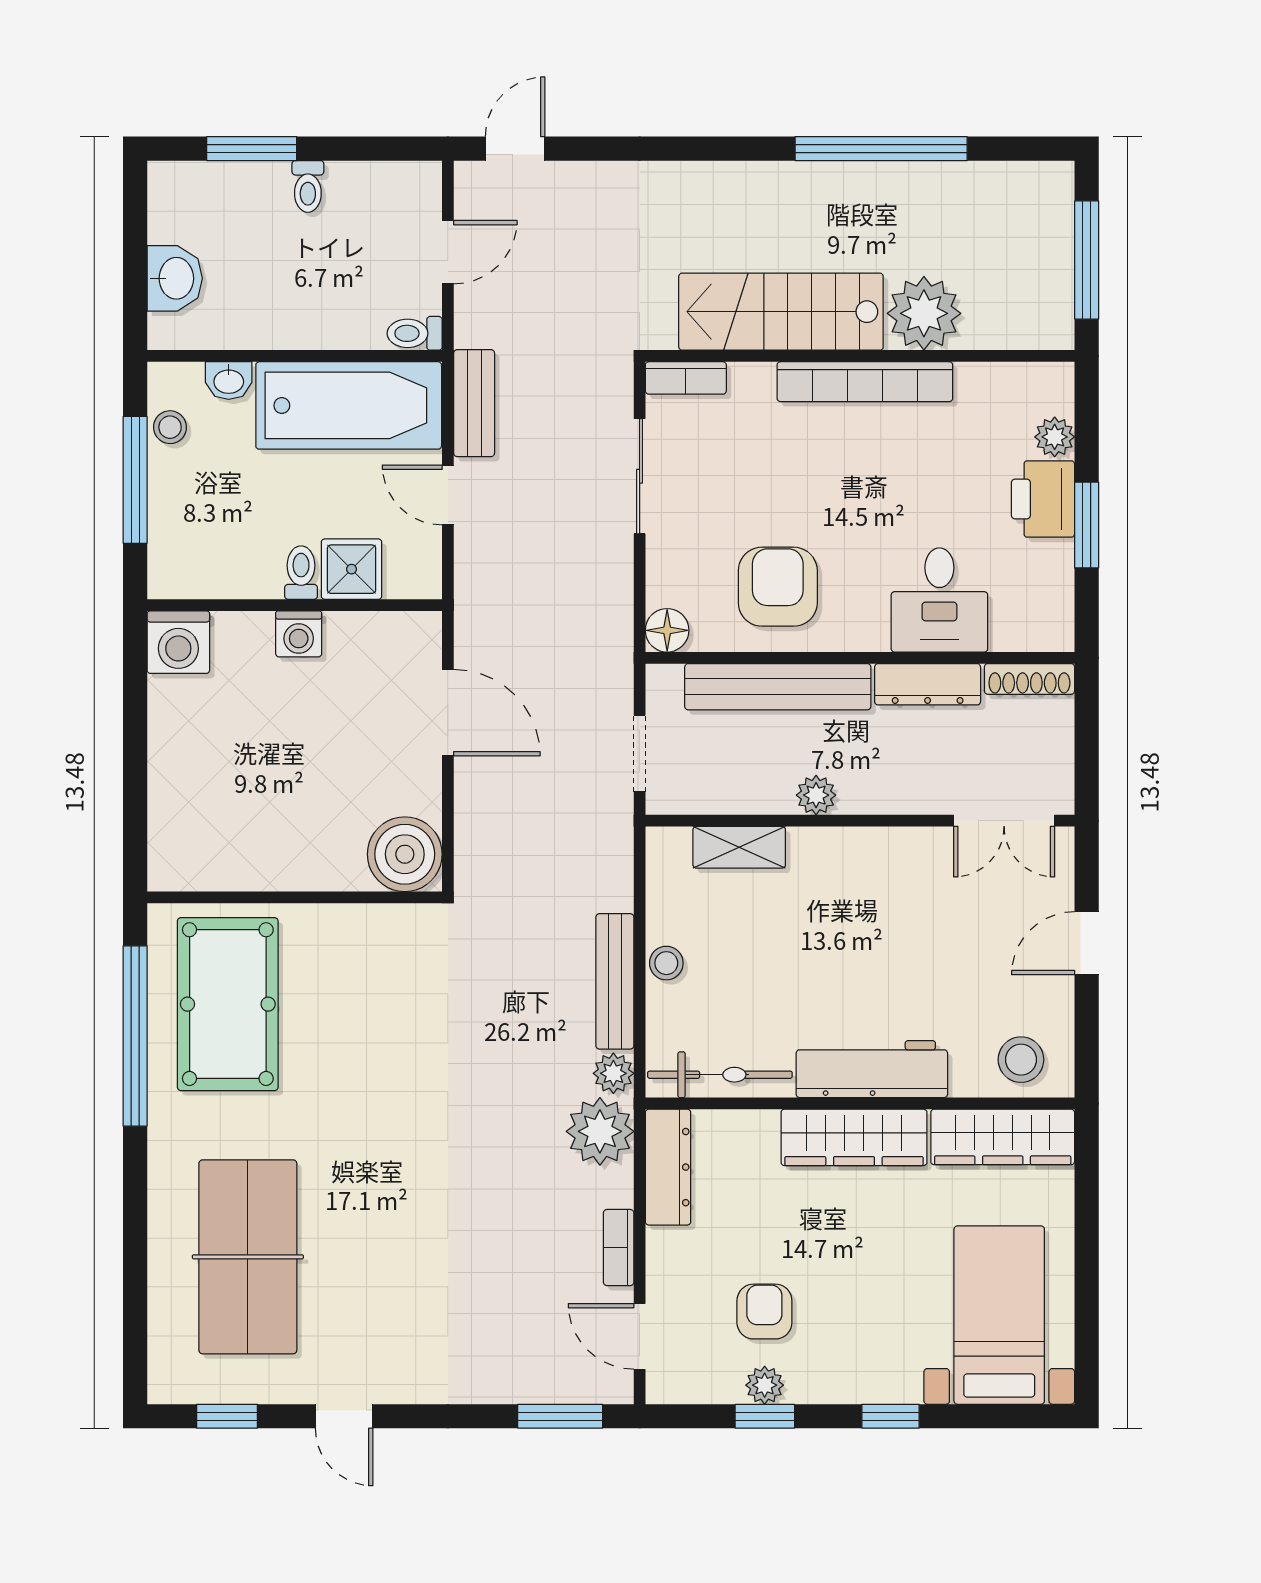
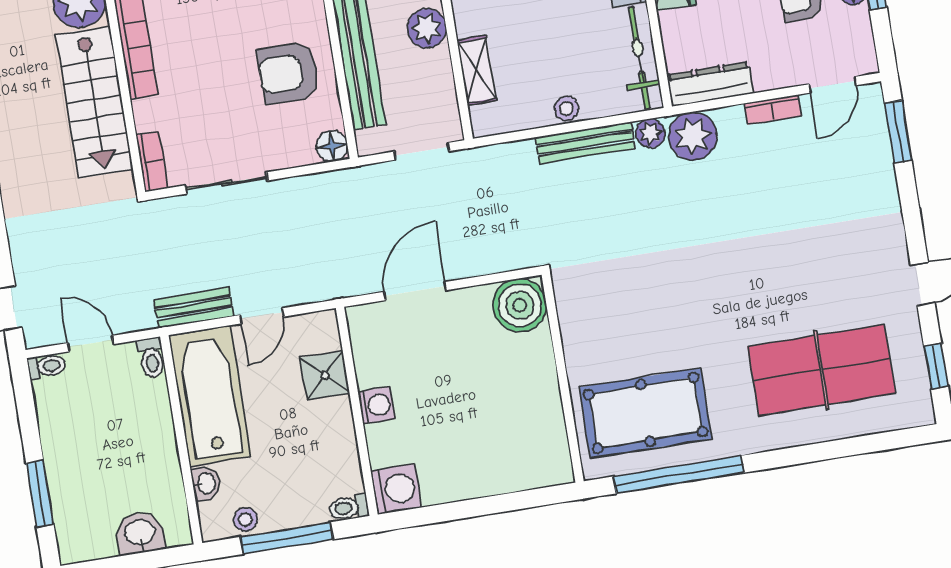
toilet: (308, 186) -> (47, 366), moved
toilet: (301, 573) -> (349, 507), moved
plant: (816, 795) -> (427, 28), width x1.38, depth x1.38

